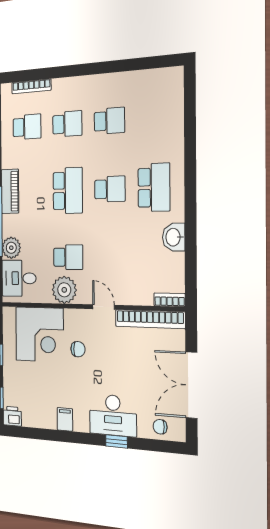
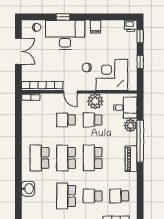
school desk: (109, 121) -> (66, 196), width x1.85
school desk: (110, 189) -> (66, 158), width x1.85
washbasin: (174, 237) -> (28, 189), moved
school desk: (110, 257) -> (66, 120), added
double door: (191, 385) -> (18, 51), width x0.73
desk: (113, 415) -> (65, 35), width x1.36, depth x1.30

